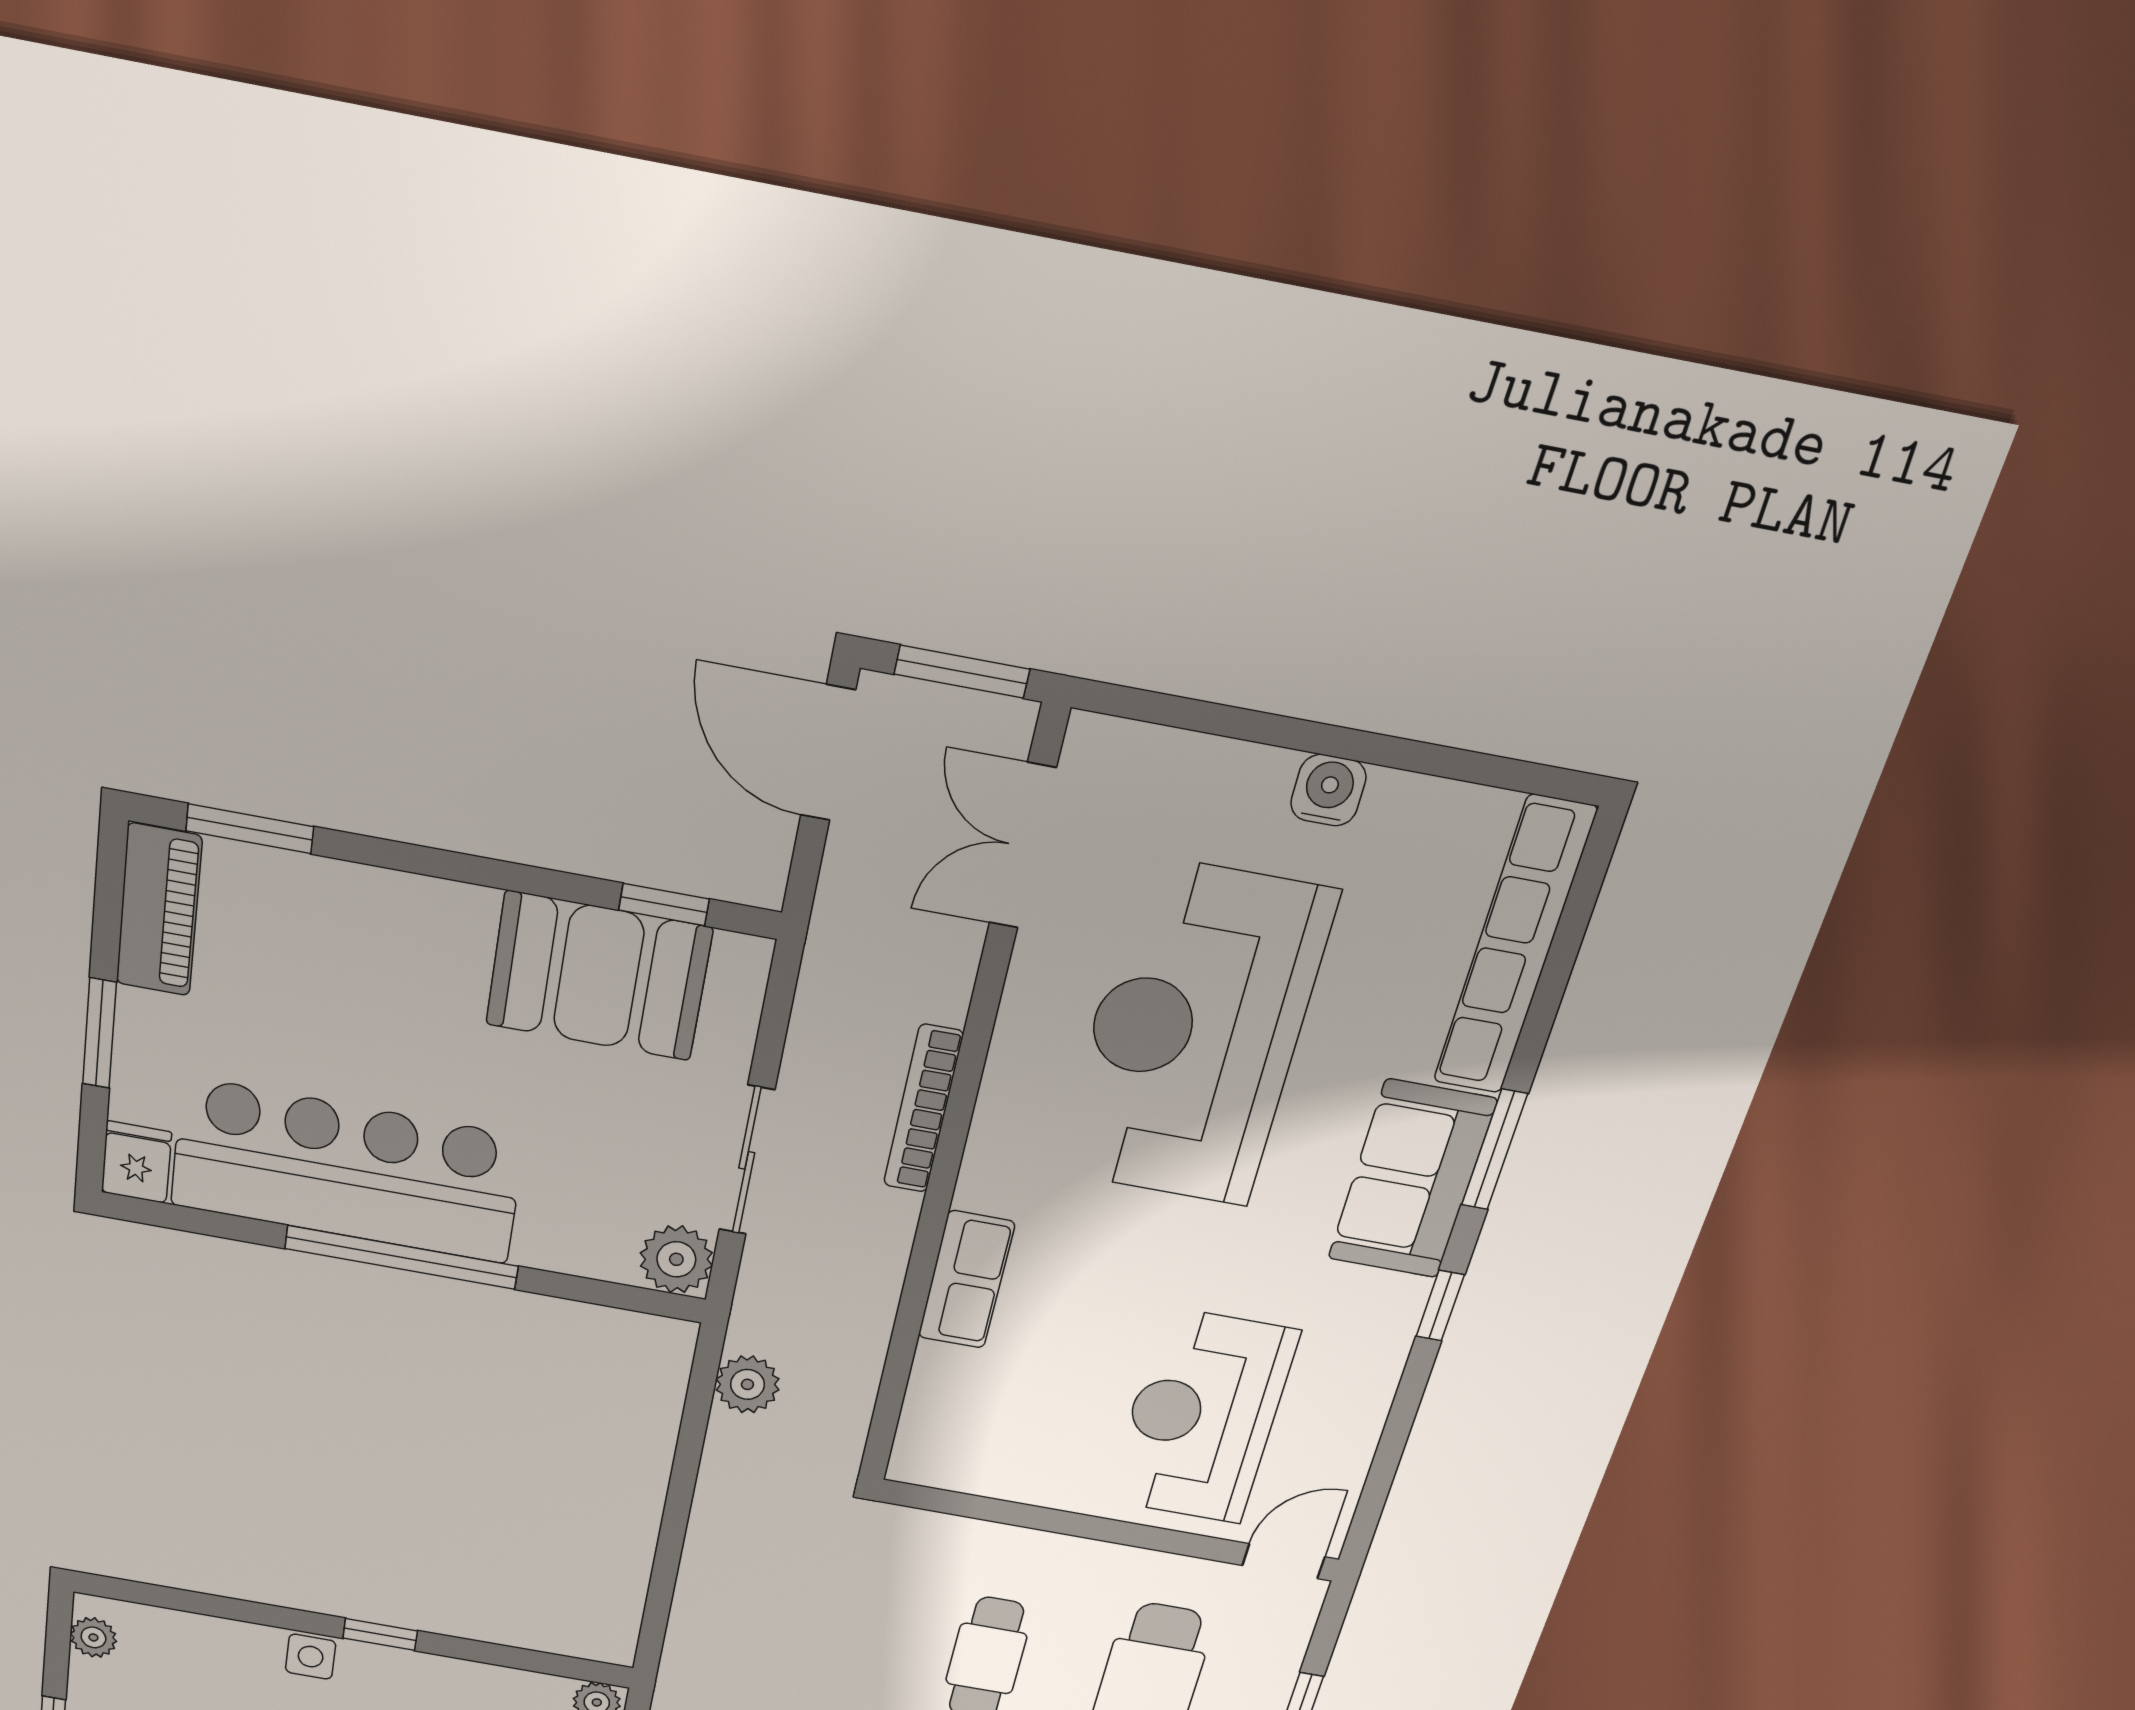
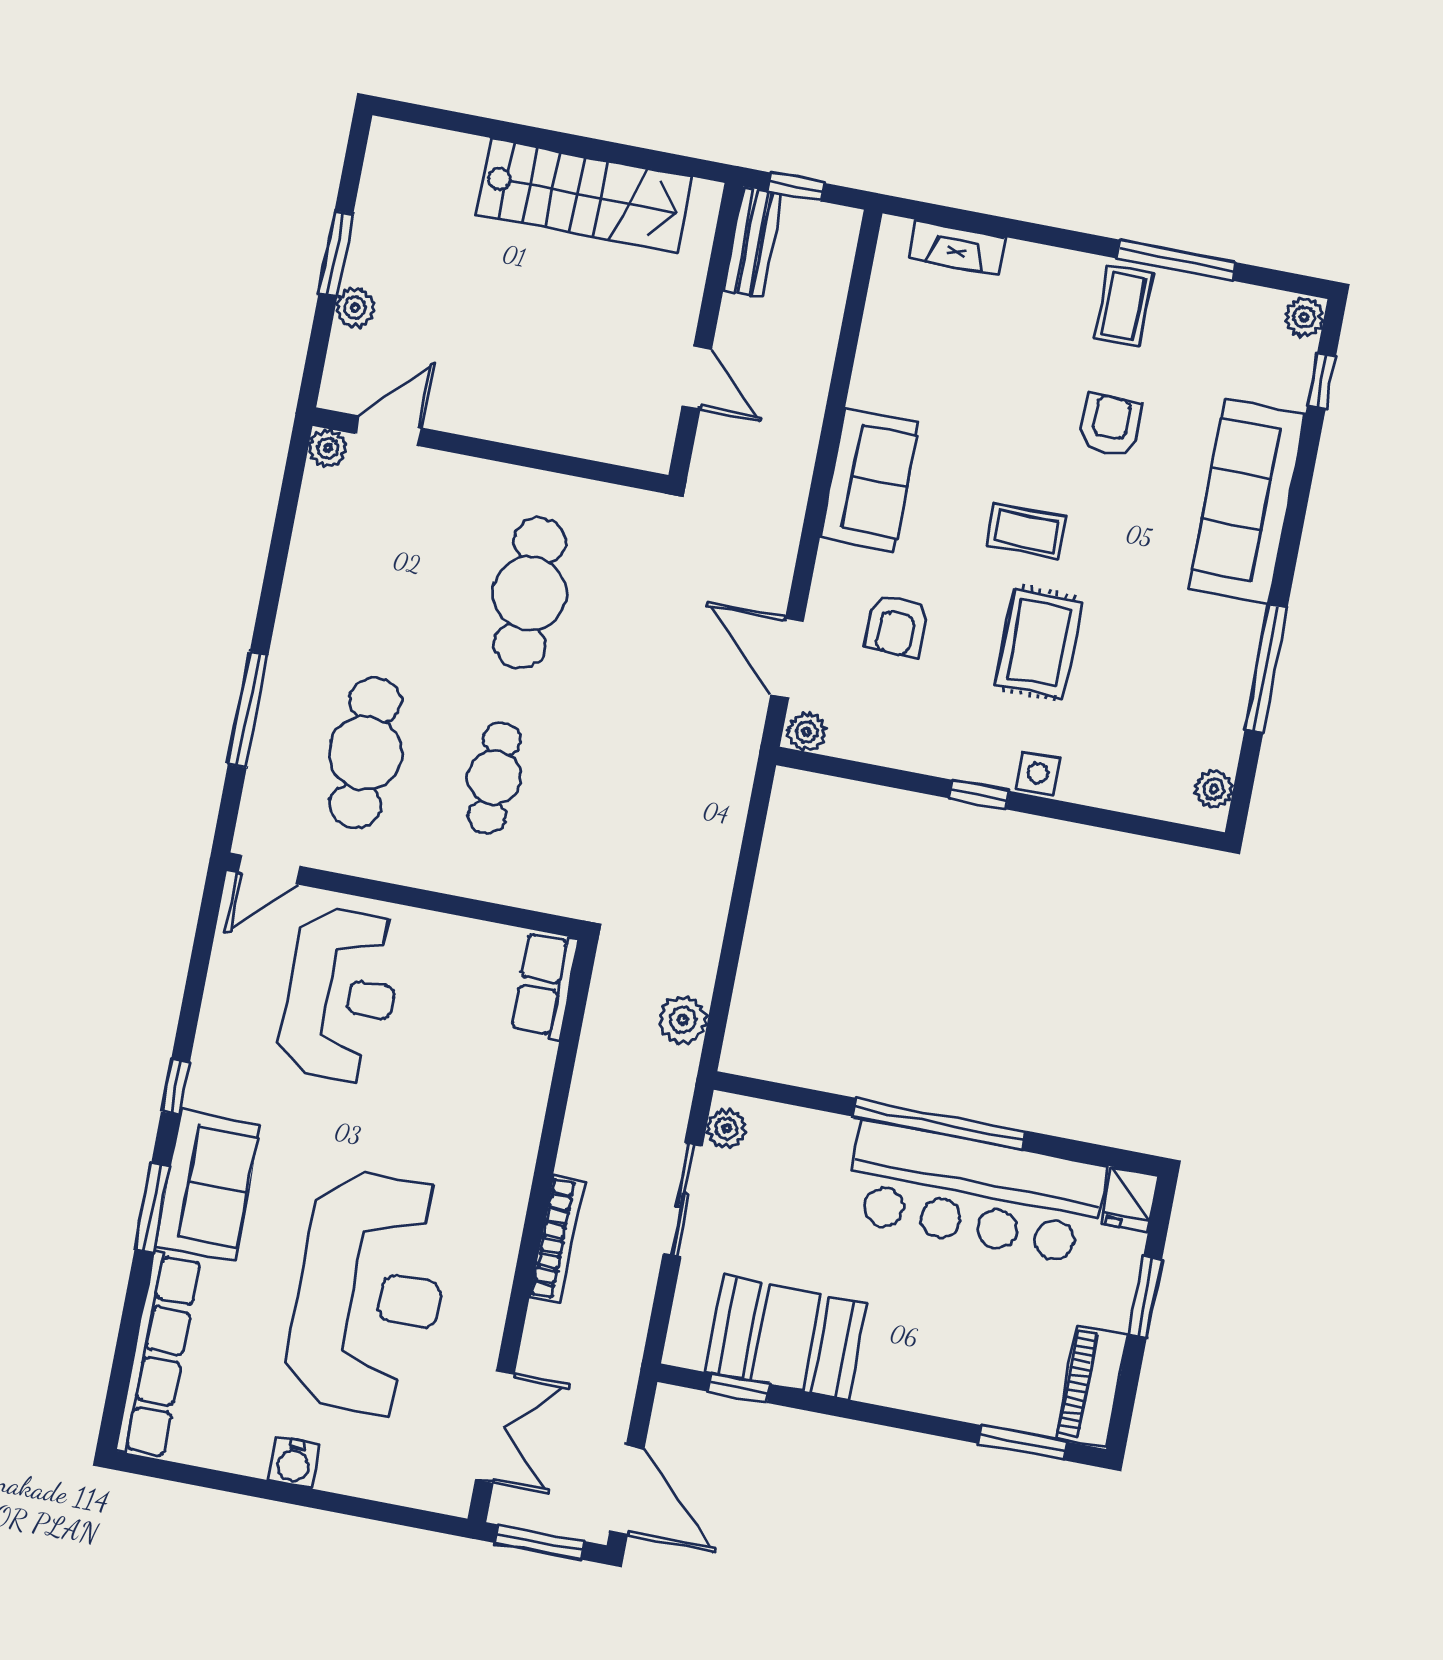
plant: (676, 1259) -> (726, 1128), width x0.73, depth x0.73
row of seats: (966, 1280) -> (545, 985), moved

